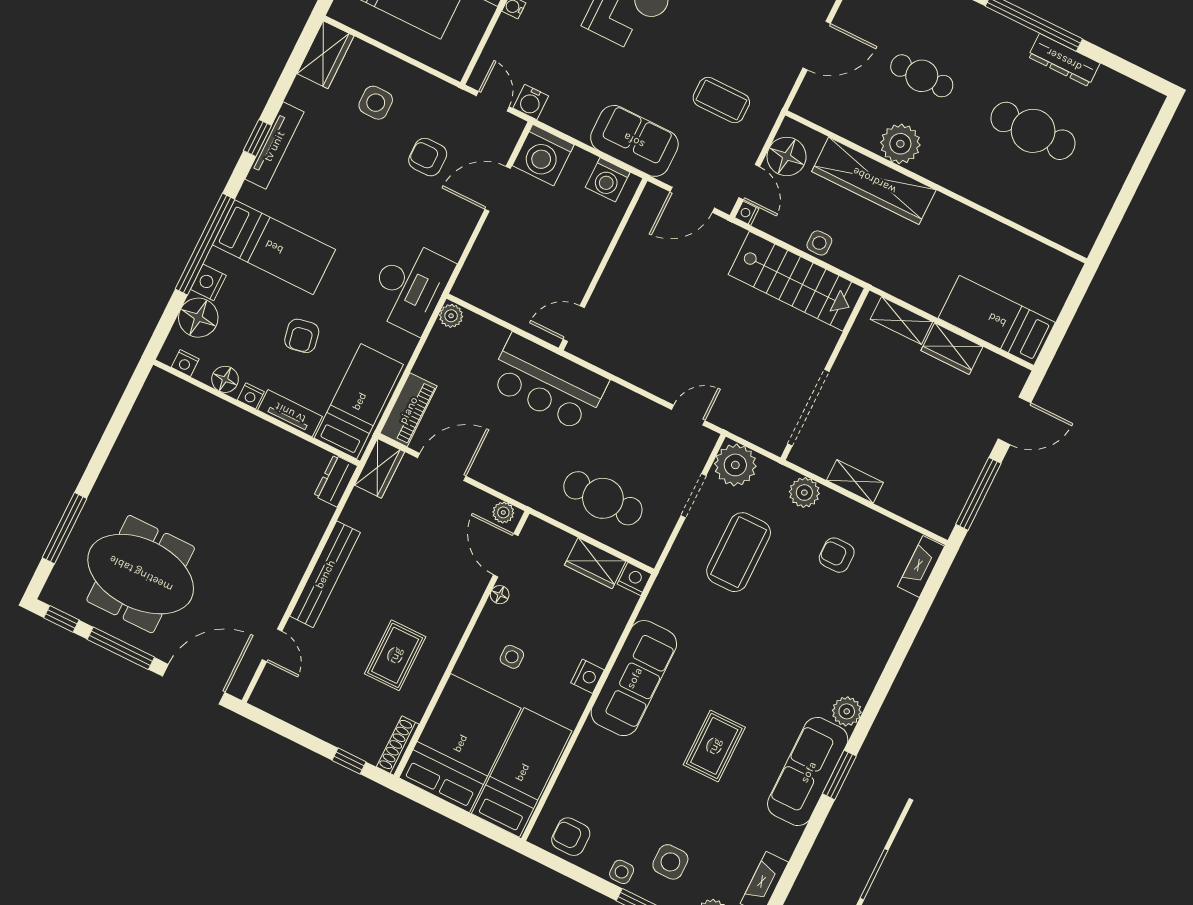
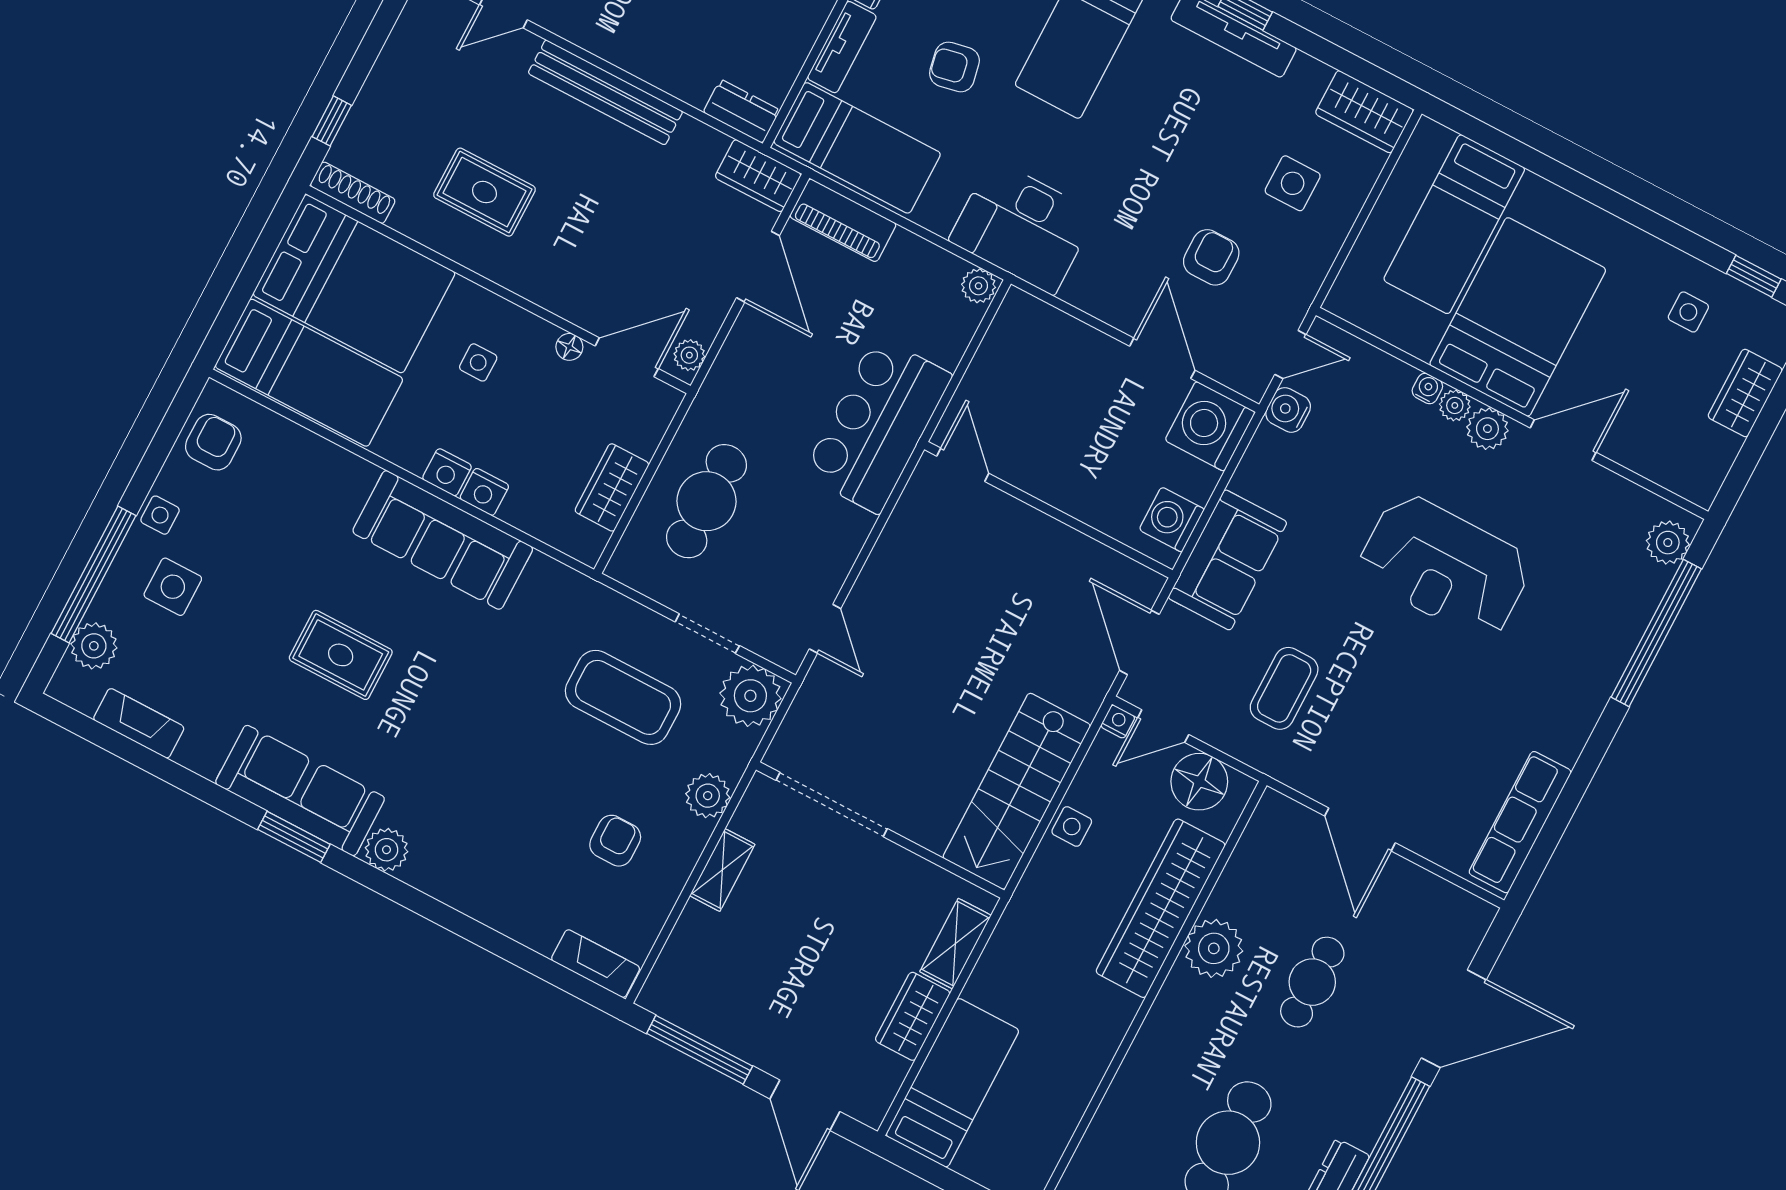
nightstand: (634, 579) -> (484, 492), moved, turned 90

